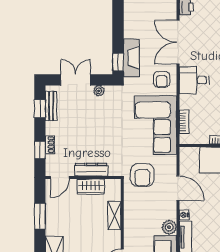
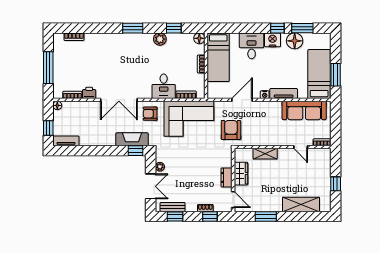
armchair: (162, 79) -> (150, 114), turned 180
double door: (76, 80) -> (151, 186), swing flipped
desk: (194, 80) -> (164, 86), moved
dresser: (91, 170) -> (226, 177), width x0.70
armchair: (142, 175) -> (231, 130), turned -90
plant: (169, 227) -> (275, 107), removed

